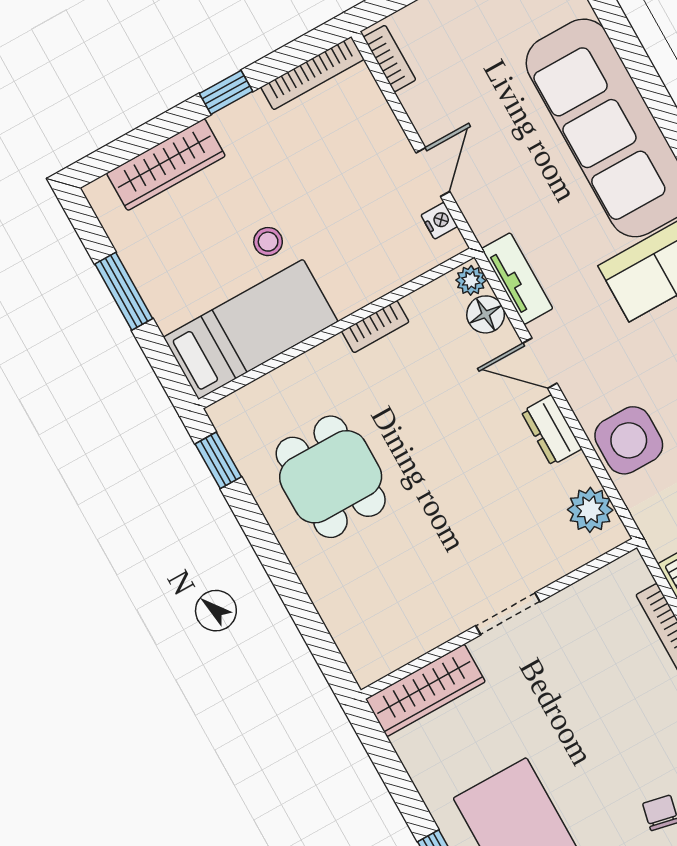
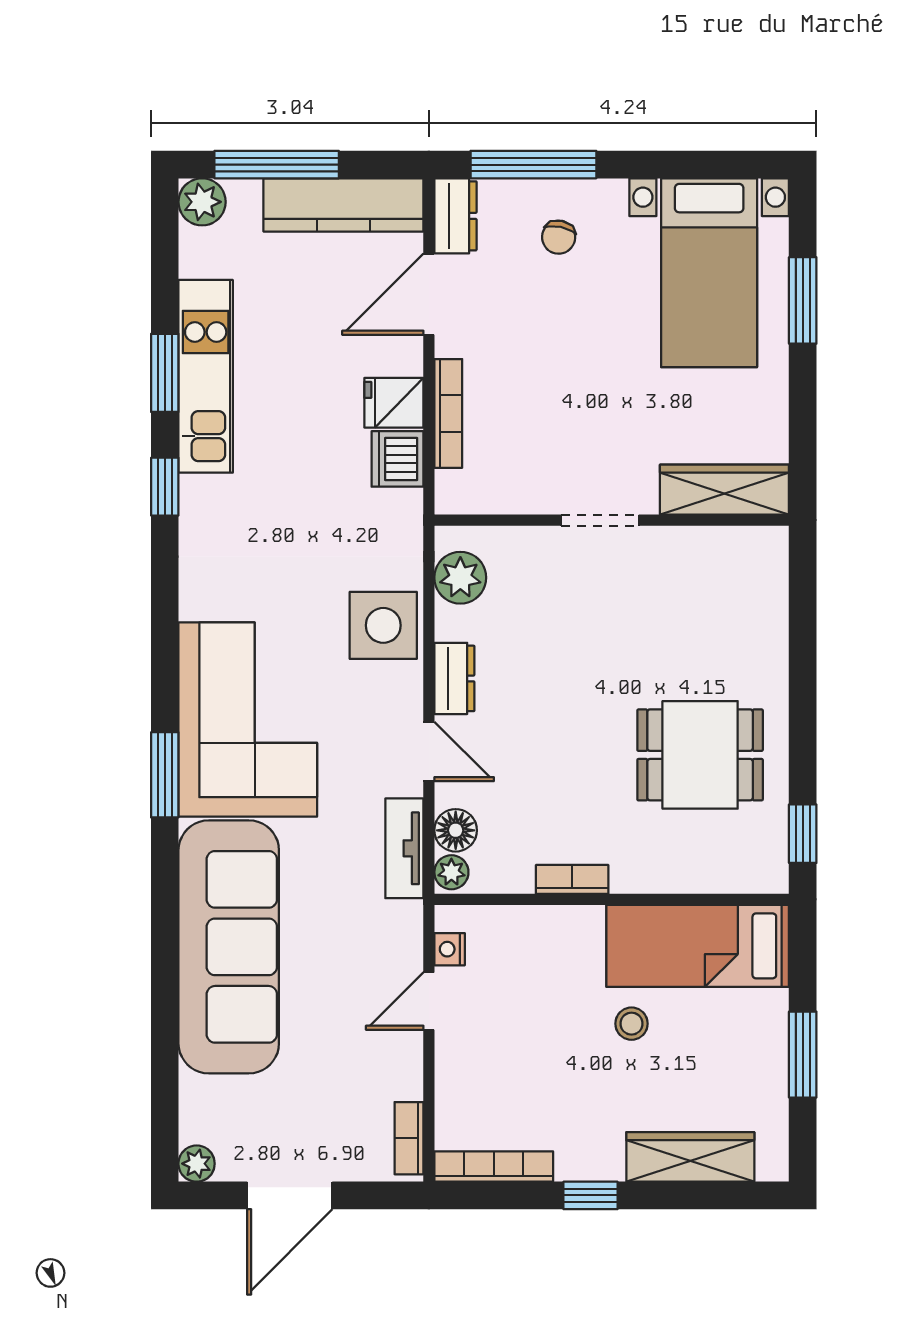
dining table: (331, 477) -> (700, 755), turned 90

